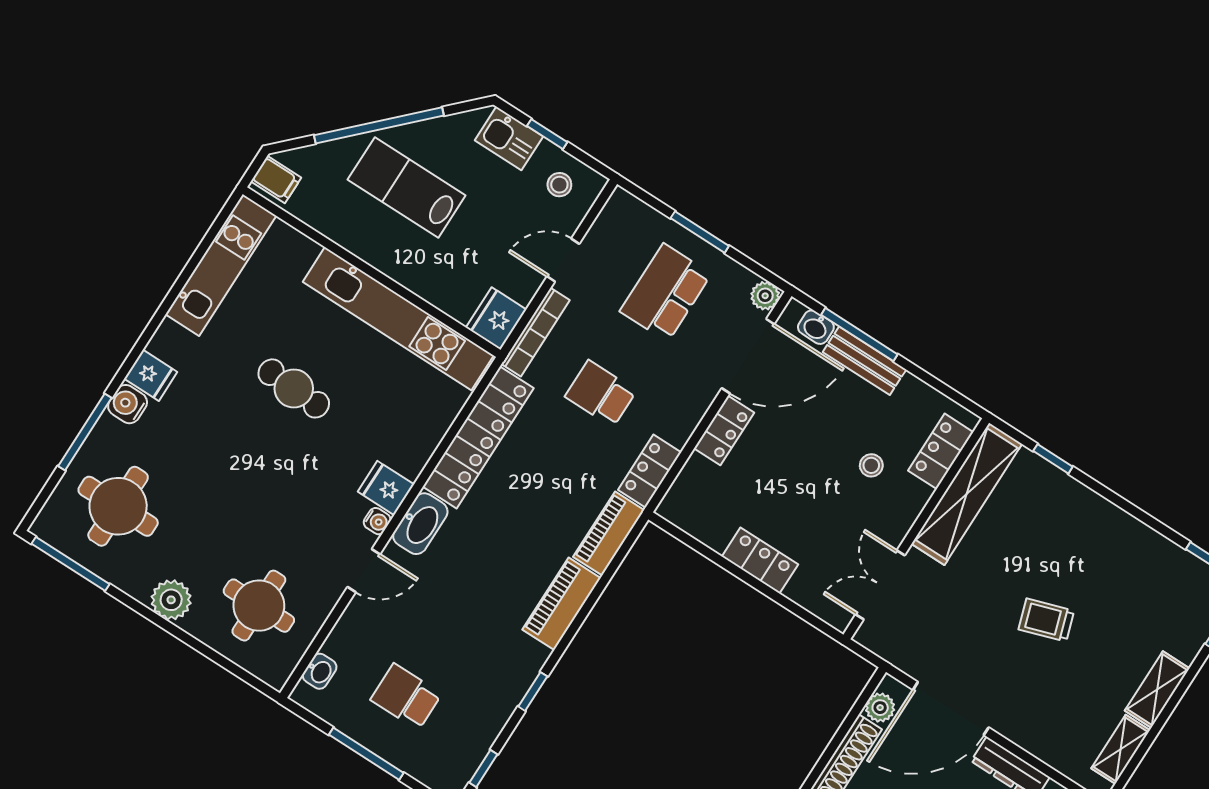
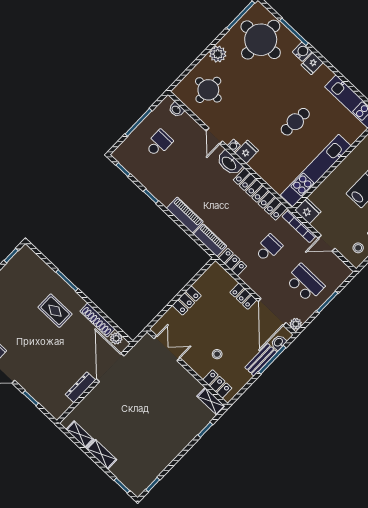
door: (563, 260) -> (327, 243), swing flipped
shelving: (967, 494) -> (211, 401), width x0.45, depth x0.75
round table: (118, 506) -> (261, 40), width x1.36, depth x1.36
trolley: (1046, 620) -> (139, 414), removed

